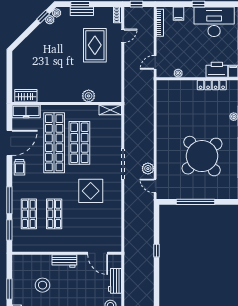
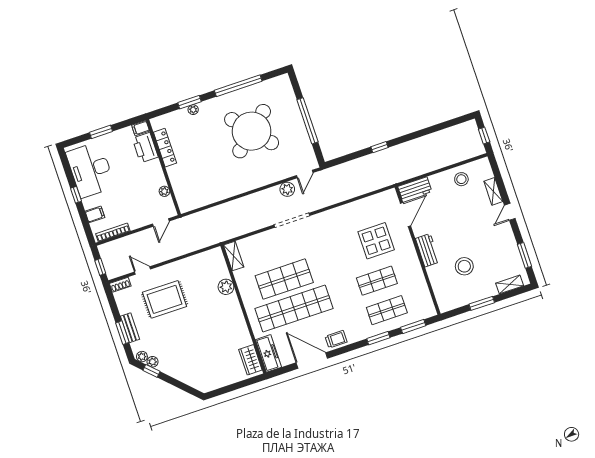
door: (155, 62) -> (161, 222), hinge flipped
display table: (91, 191) -> (376, 241), moved
window: (9, 200) -> (378, 338), width x0.69
workbench: (115, 281) -> (415, 189), moved

